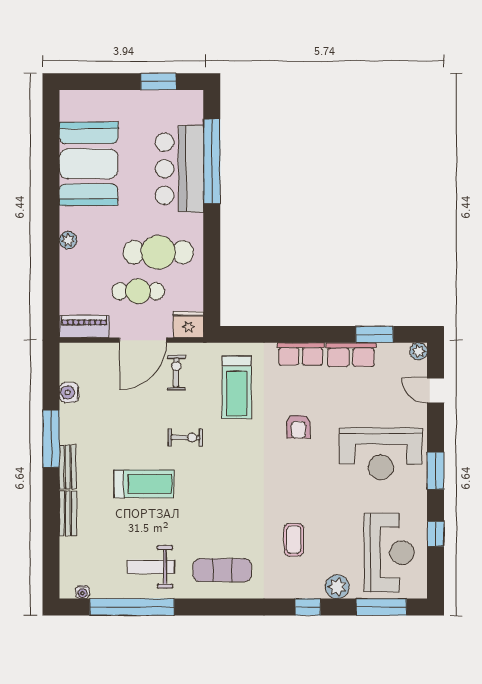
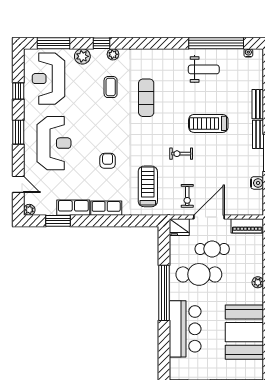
window: (212, 161) -> (164, 293), moved
reception desk: (381, 454) -> (54, 143), turned 90
exercise mat: (222, 570) -> (146, 98), moved, turned 90
plant: (290, 590) -> (113, 54), added

